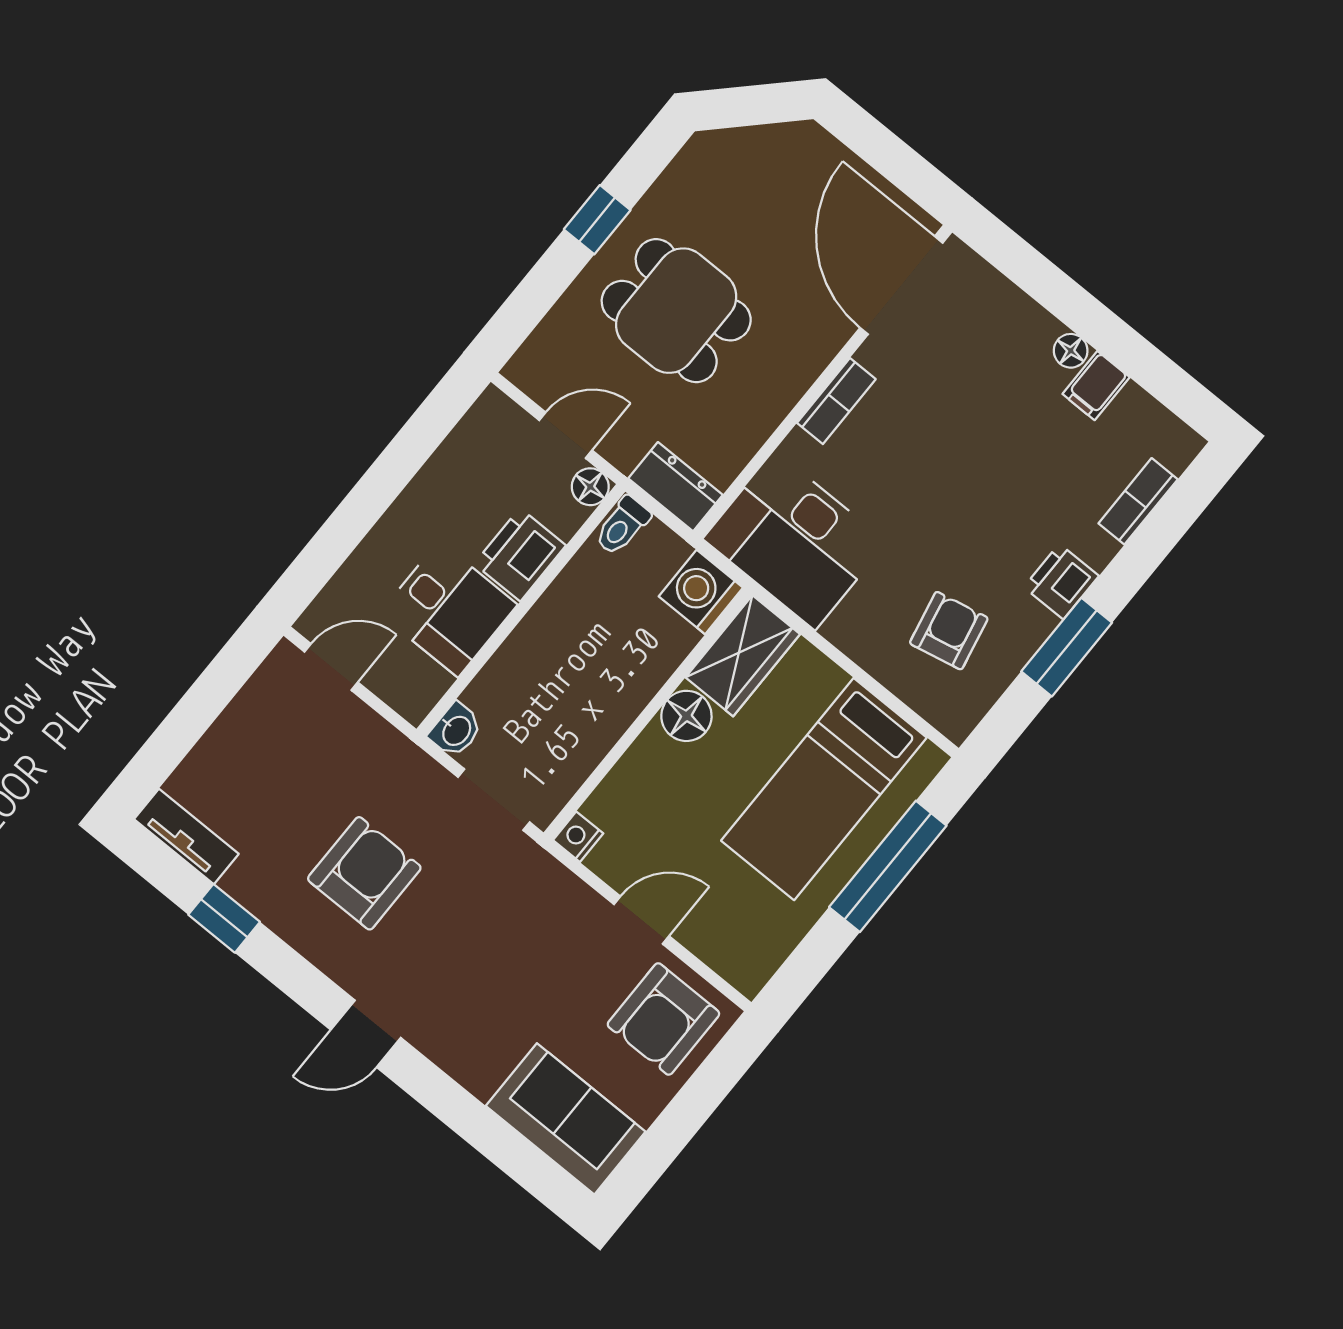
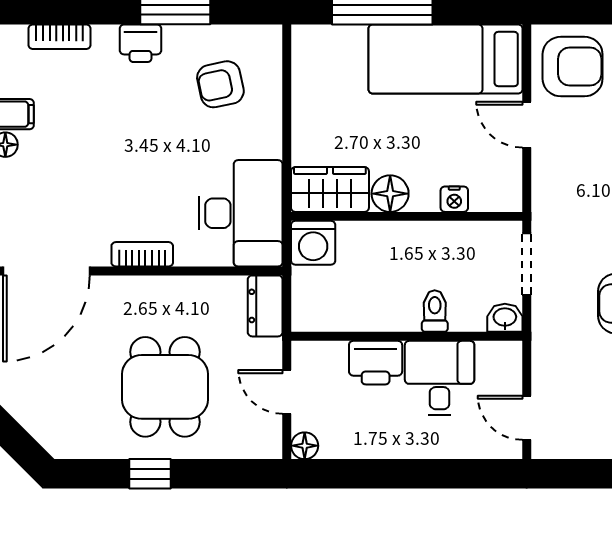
floor lamp: (590, 487) -> (305, 446), moved
toilet: (622, 526) -> (435, 311), moved, turned -90
bed: (824, 789) -> (445, 59), moved, turned 180
nightstand: (578, 837) -> (454, 199), moved

